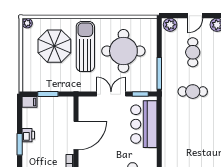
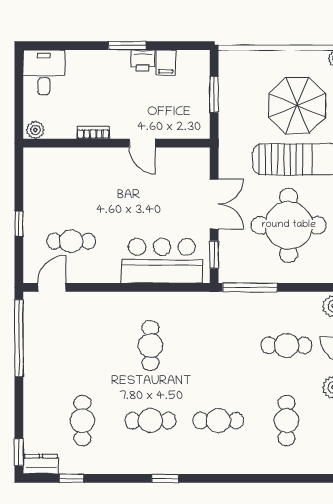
cafe table: (193, 92) -> (150, 345), moved
filing cabinet: (29, 102) -> (166, 63), moved
door: (76, 135) -> (142, 143), width x0.53

